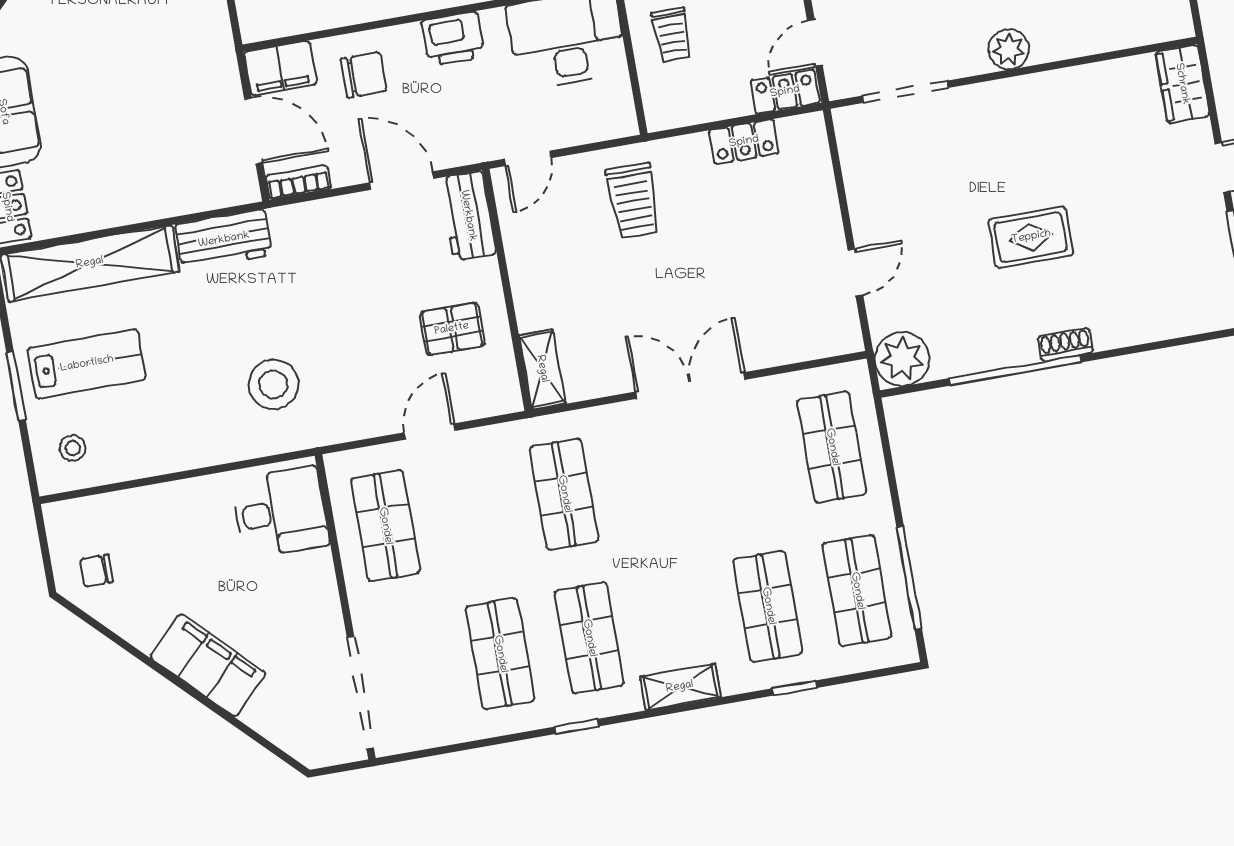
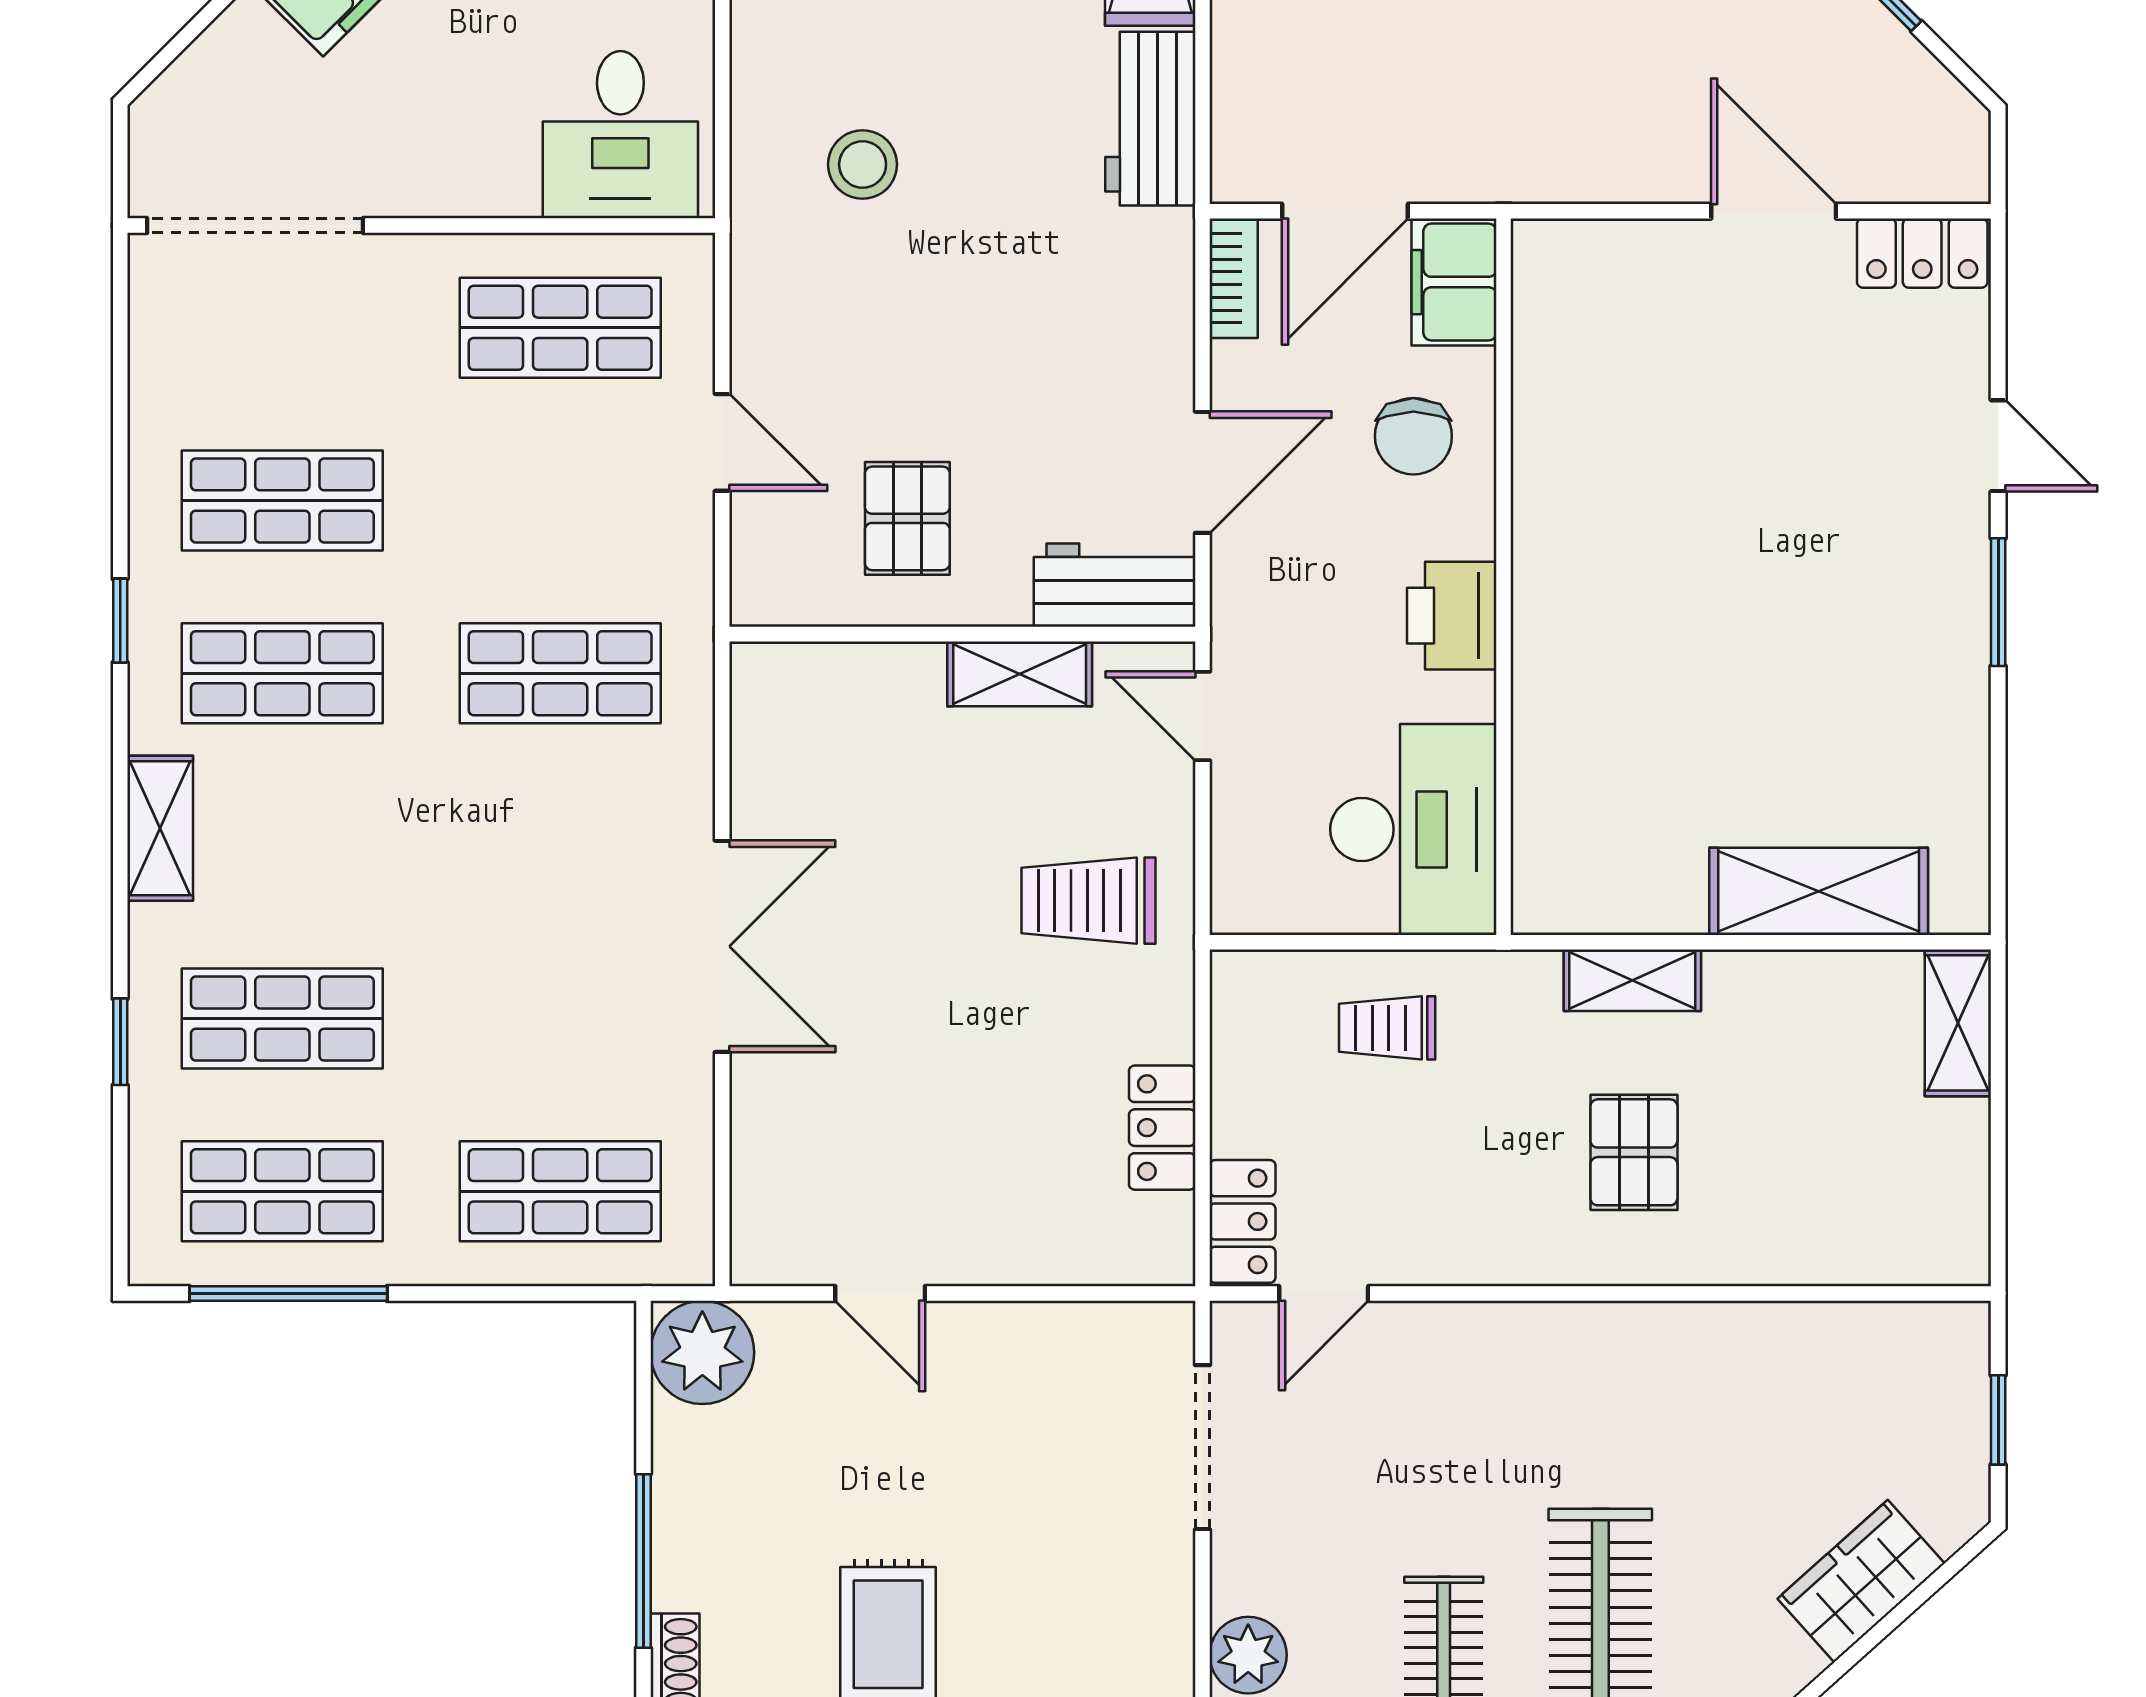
door: (815, 43) -> (1324, 1294), swing flipped
shelving: (542, 369) -> (1020, 674), moved
window: (1015, 370) -> (643, 1561), width x0.68
stool: (273, 384) -> (863, 164), width x0.73, depth x0.73

